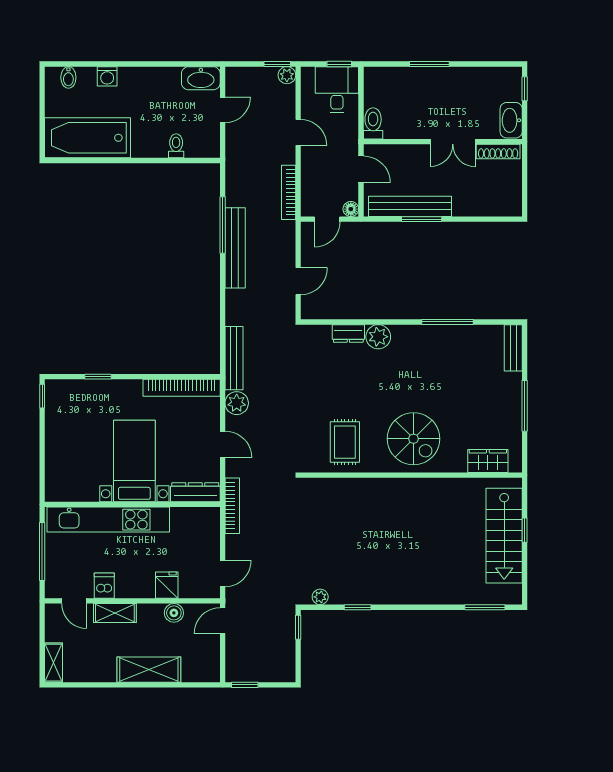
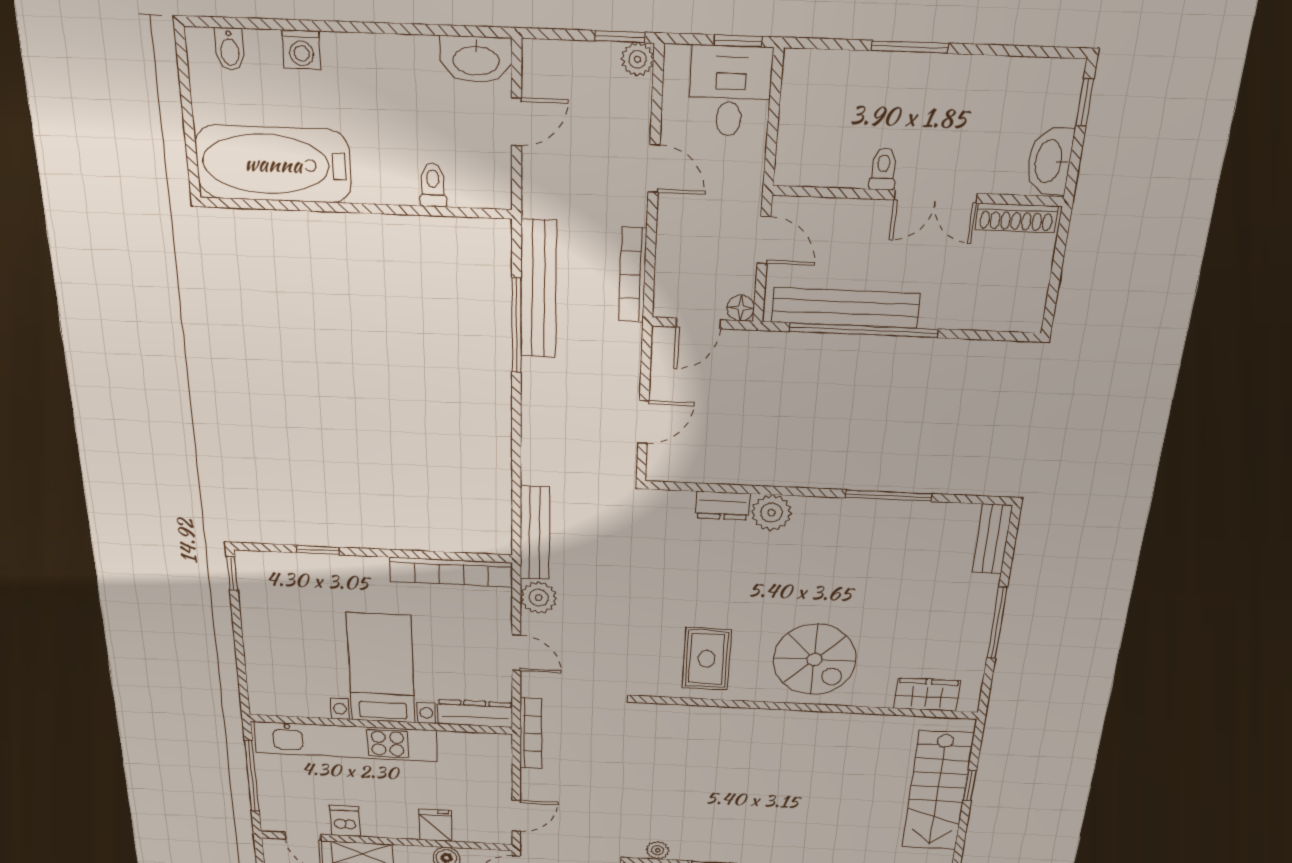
toilet: (373, 123) -> (883, 169), moved, width x0.73, depth x0.72
window: (422, 219) -> (864, 330), width x2.11
bench: (235, 248) -> (538, 289), moved

